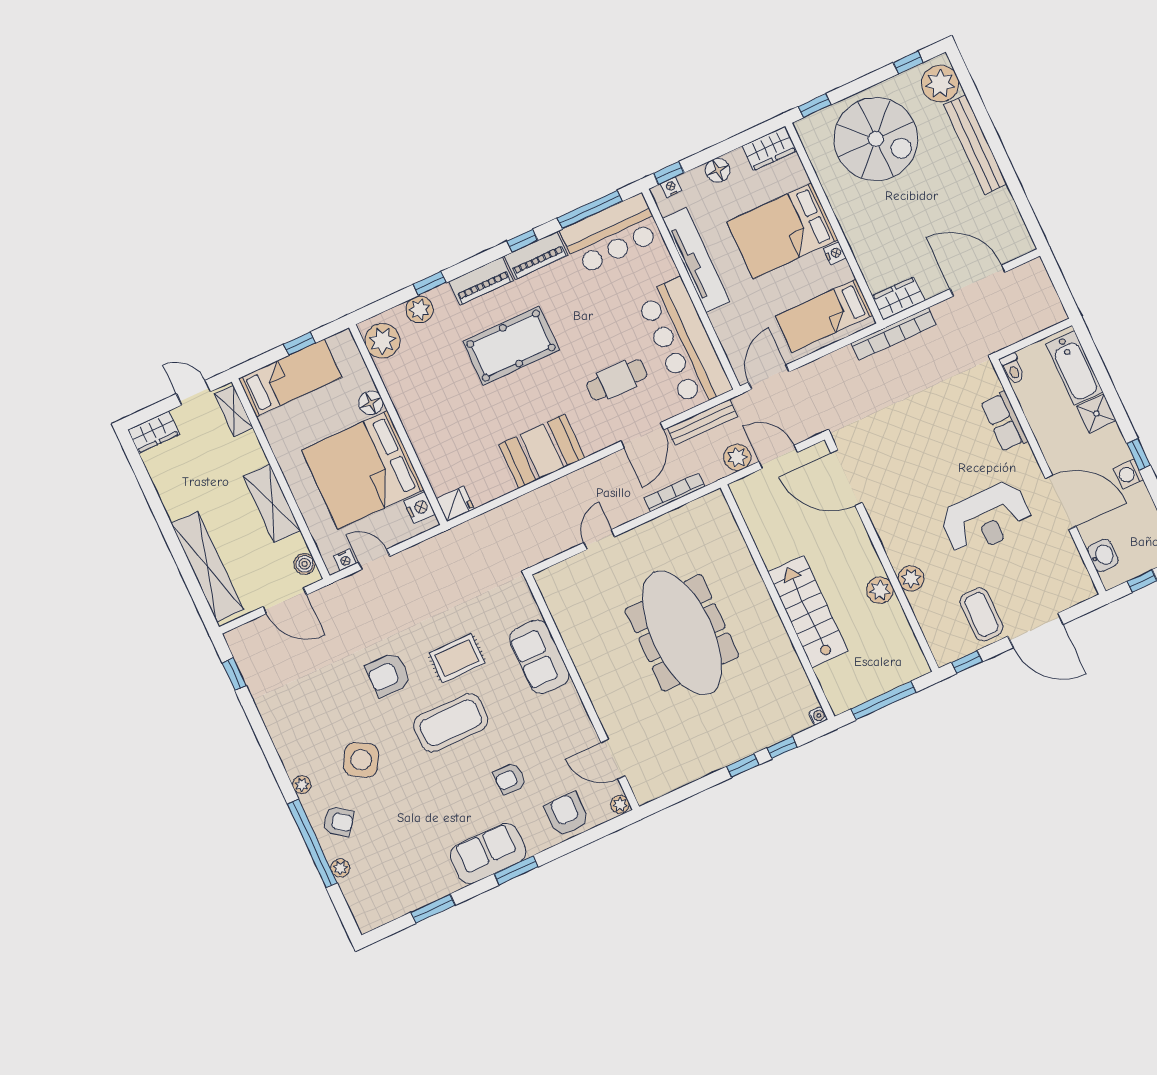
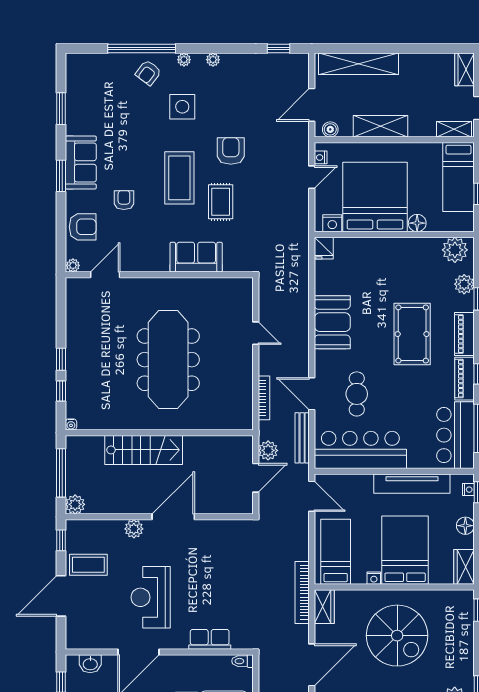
spiral stairs: (876, 139) -> (397, 636), moved, turned -90
door: (847, 478) -> (173, 517), moved
plant: (880, 590) -> (75, 504), moved
meeting table: (682, 633) -> (168, 360), turned 90
side table: (361, 760) -> (182, 107), turned -30
plant: (340, 868) -> (213, 60), moved

